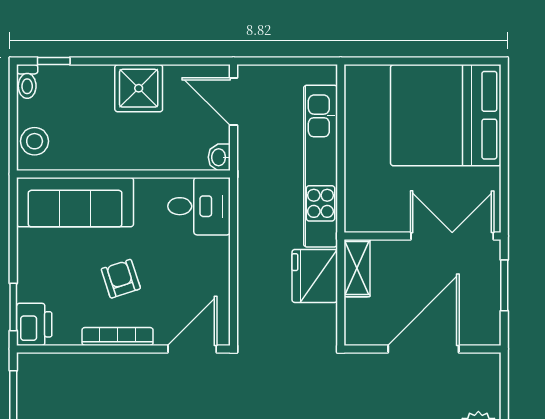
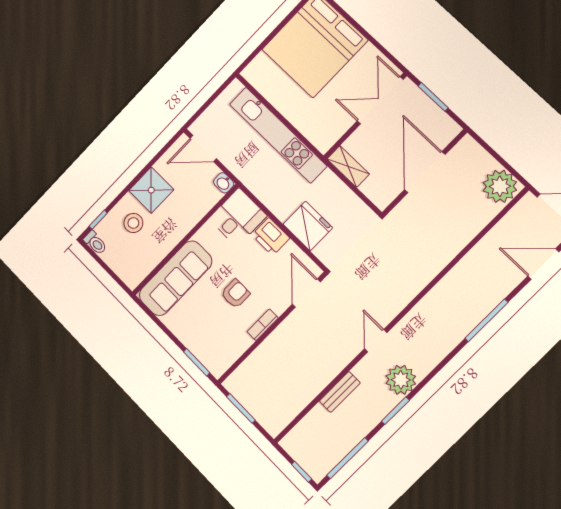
stool: (35, 141) -> (133, 223), moved
fridge: (315, 276) -> (308, 226), moved, turned 180
armchair: (121, 279) -> (235, 294), turned 108
printer: (34, 324) -> (271, 237), moved, turned 180
bookcase: (118, 336) -> (263, 325), width x0.64

